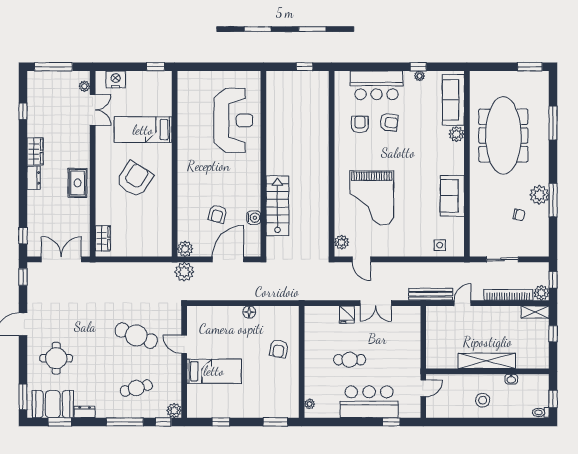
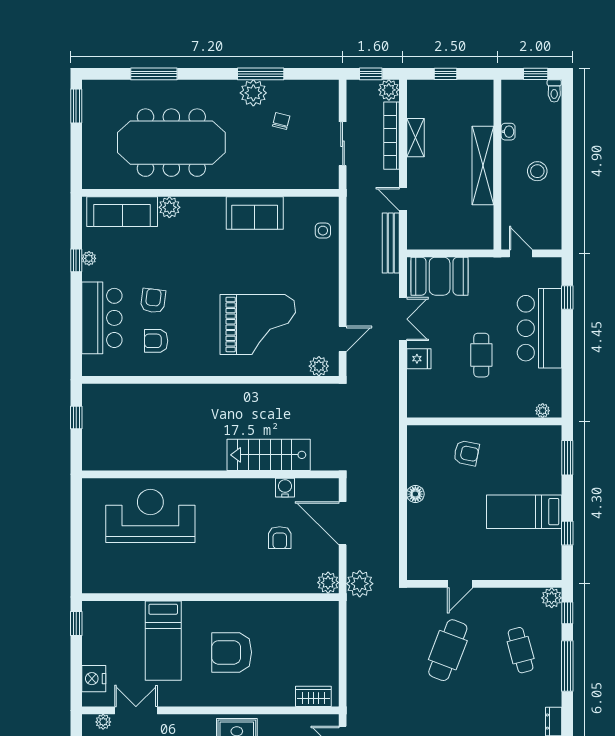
armchair: (135, 179) -> (232, 652), turned -33
armchair: (218, 214) -> (280, 538), turned 75
shelving: (535, 312) -> (415, 138), moved
booth: (407, 329) -> (440, 276), added
bed: (214, 371) -> (524, 512), moved, turned -90

